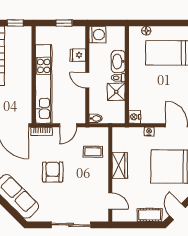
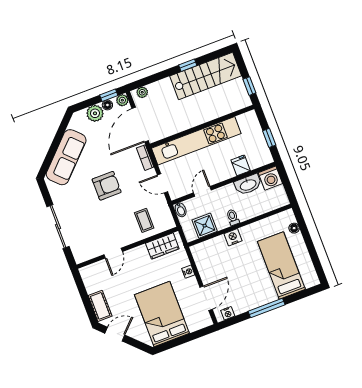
washbasin: (118, 62) -> (248, 185), moved, turned 180
door: (87, 80) -> (202, 191), moved
shower: (116, 92) -> (205, 226), moved
nightstand: (135, 117) -> (233, 237), moved
wardrobe: (120, 165) -> (162, 246), moved
door: (110, 201) -> (113, 253), moved

